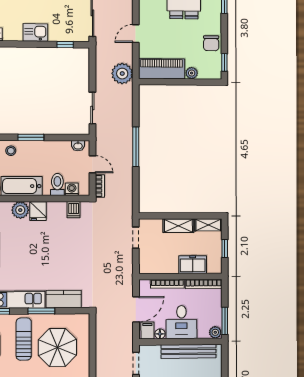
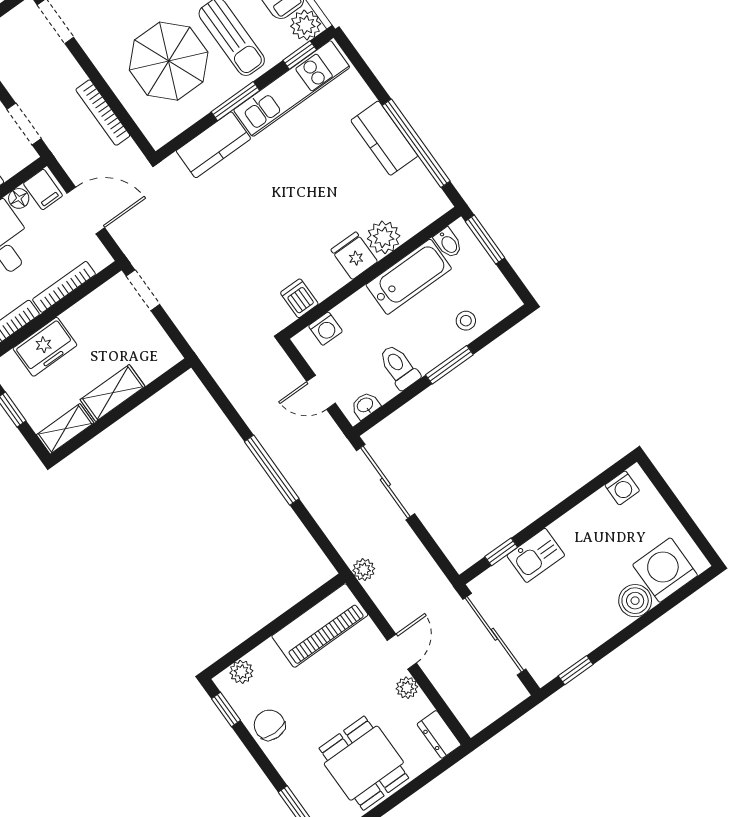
plant: (144, 17) -> (407, 688), added
kitchen sink: (35, 32) -> (536, 555), moved
plant: (192, 73) -> (241, 672), moved
plant: (122, 74) -> (364, 570), width x0.53, depth x0.53
sliding door: (92, 108) -> (385, 482), width x1.37
toilet: (57, 184) -> (399, 367), moved, turned 180
bookcase: (100, 186) -> (103, 113), moved, width x1.56
doorway: (136, 238) -> (143, 290), moved
door: (136, 309) -> (86, 210), swing flipped

